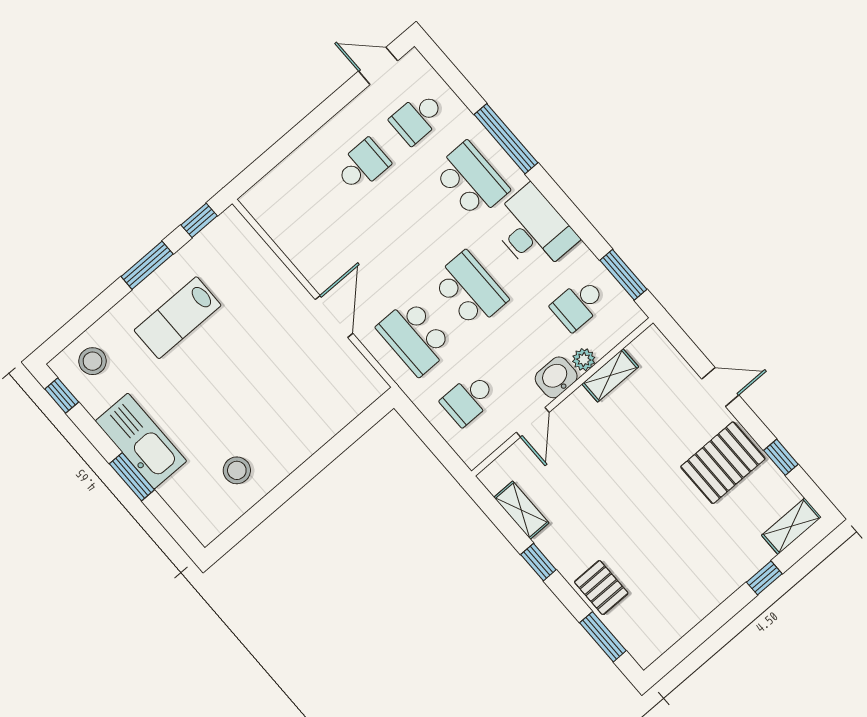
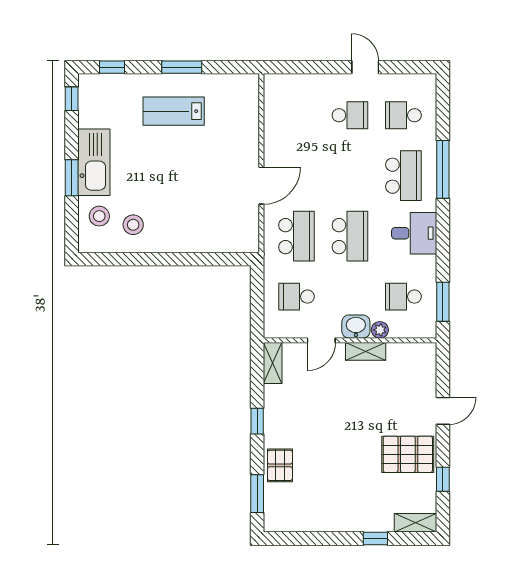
door: (378, 66) -> (365, 67), moved
window: (199, 220) -> (112, 67), moved
desk: (533, 230) -> (414, 233), width x0.73
school desk: (415, 337) -> (296, 236), turned 180
stool: (92, 361) -> (99, 216), moved
shelving: (610, 375) -> (366, 351), moved
door: (720, 387) -> (443, 411), hinge flipped
shelving: (521, 510) -> (273, 363), moved

